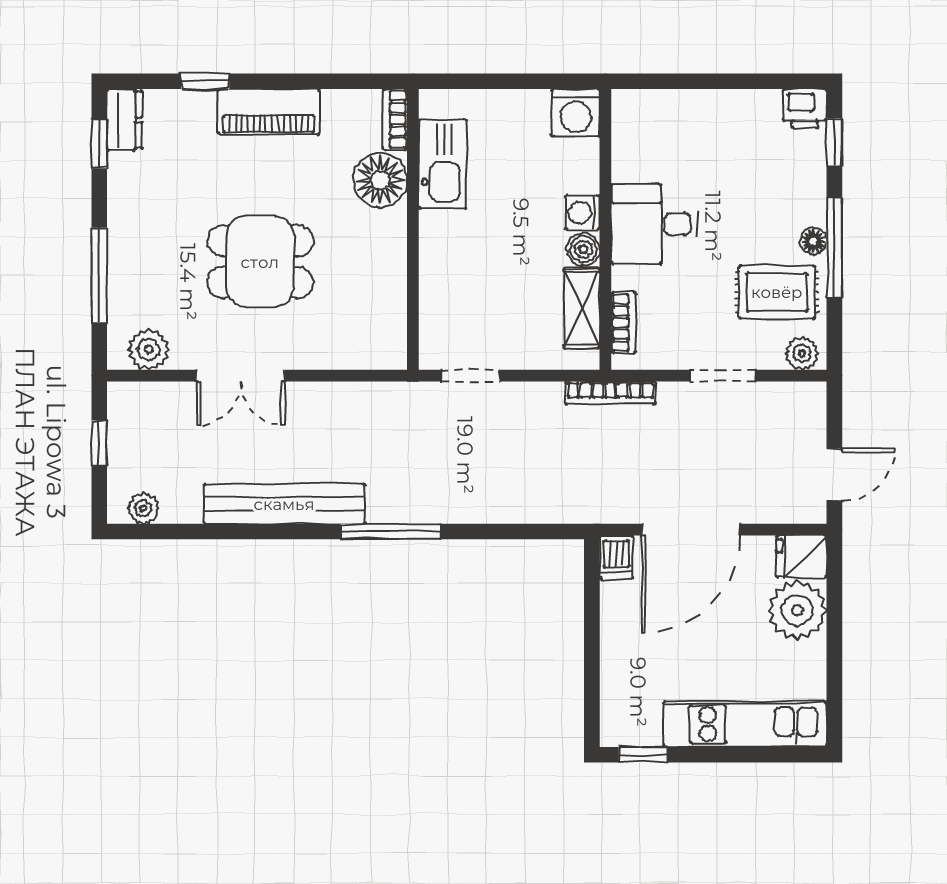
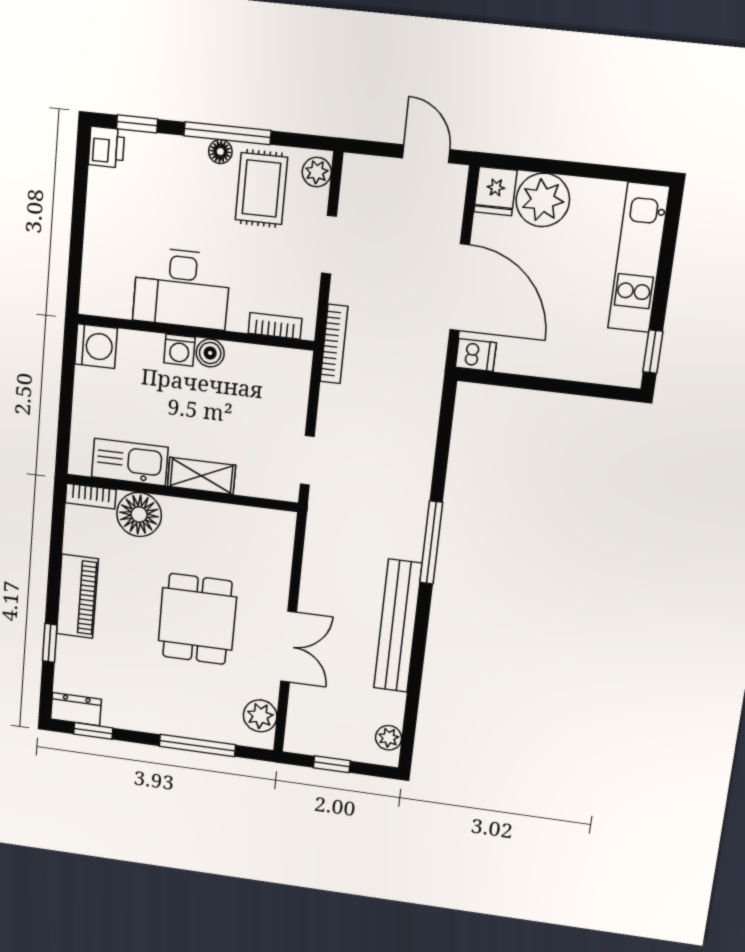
desk: (654, 224) -> (182, 288), width x1.37
shelving: (582, 308) -> (201, 476), moved

